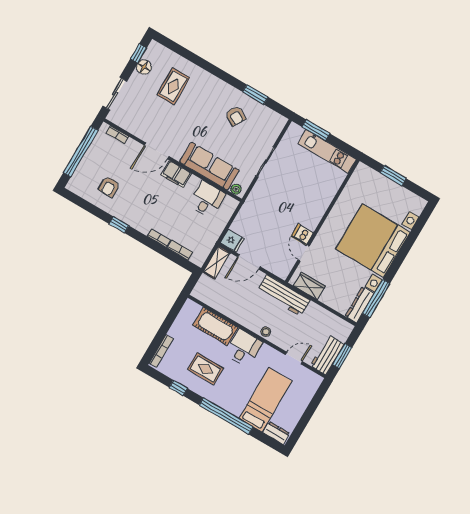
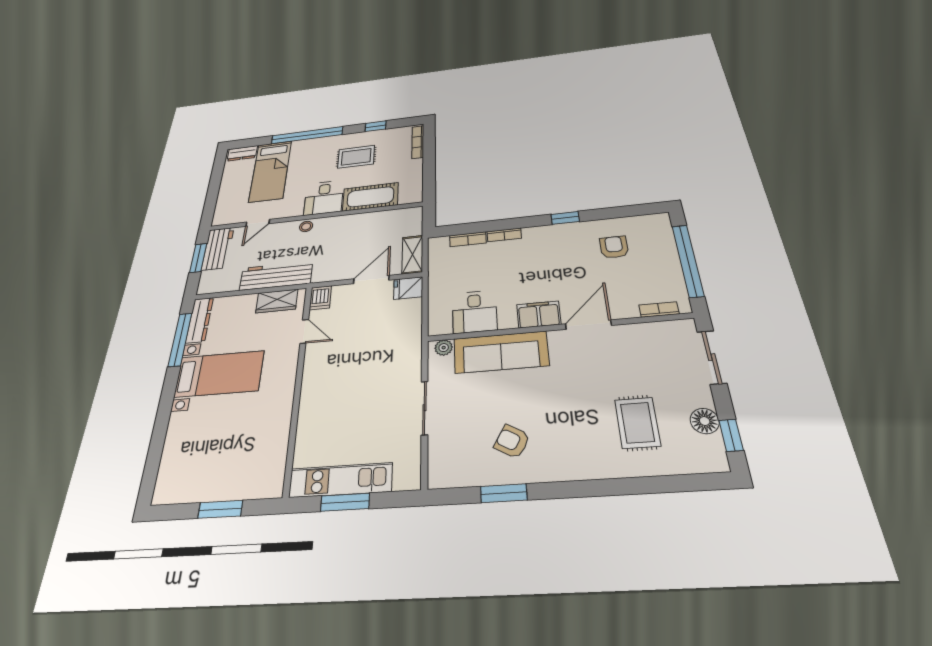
window: (316, 130) -> (345, 502), moved
dishwasher: (302, 234) -> (320, 298), moved, turned 90
bed with nightstands: (373, 241) -> (219, 374), width x0.54
workbench: (284, 295) -> (276, 276), moved

